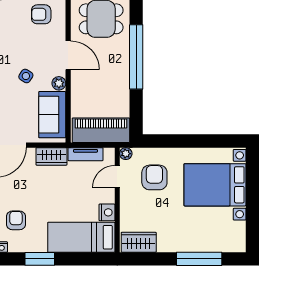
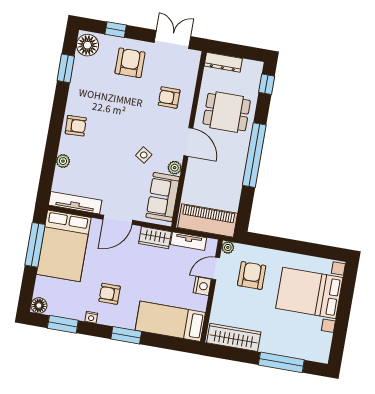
nightstand: (107, 212) -> (202, 286), moved
armchair: (16, 220) -> (110, 294), turned -90
wardrobe: (139, 242) -> (234, 337), width x1.50

